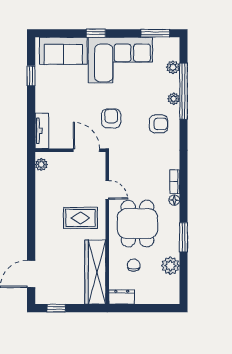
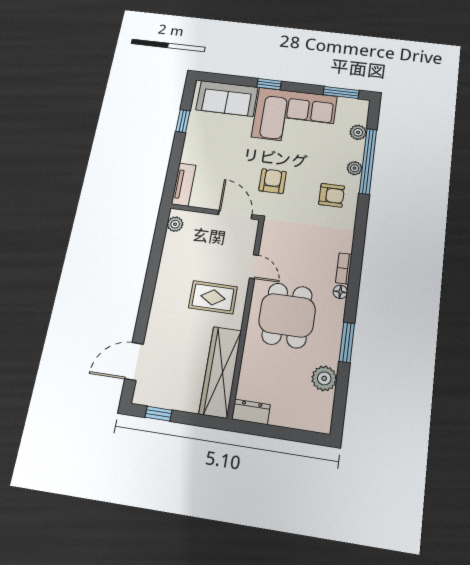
chair: (134, 265) -> (274, 370), removed

